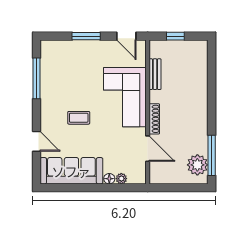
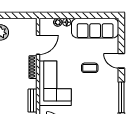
door: (36, 141) -> (121, 61), moved
door: (148, 149) -> (38, 45), swing flipped

